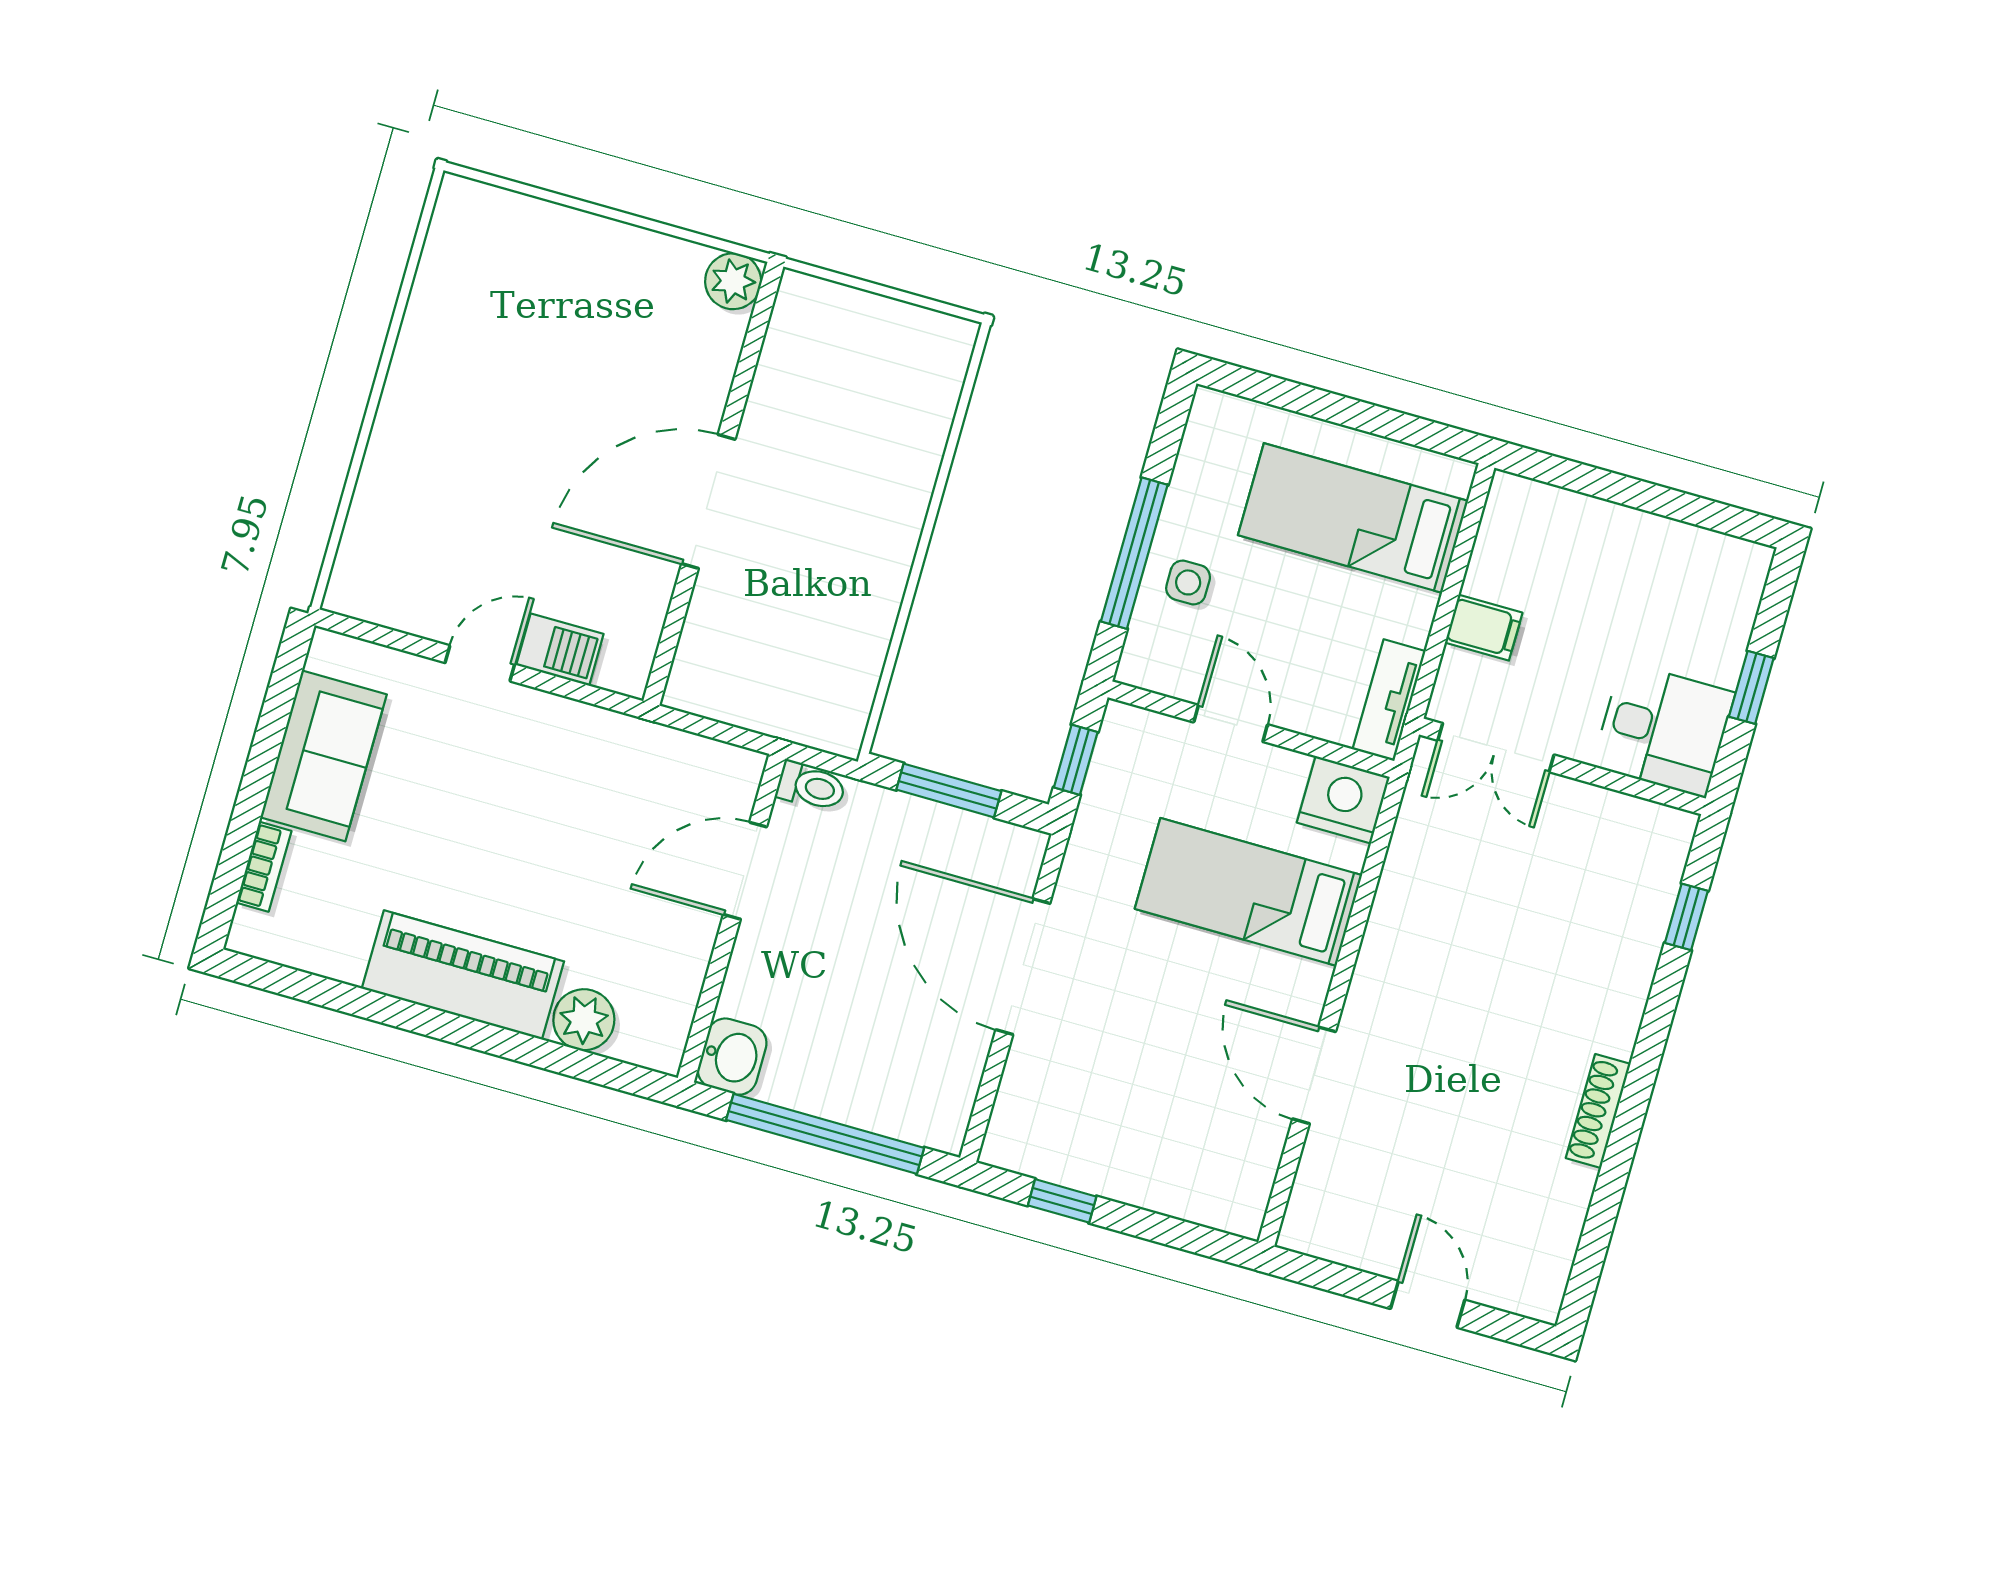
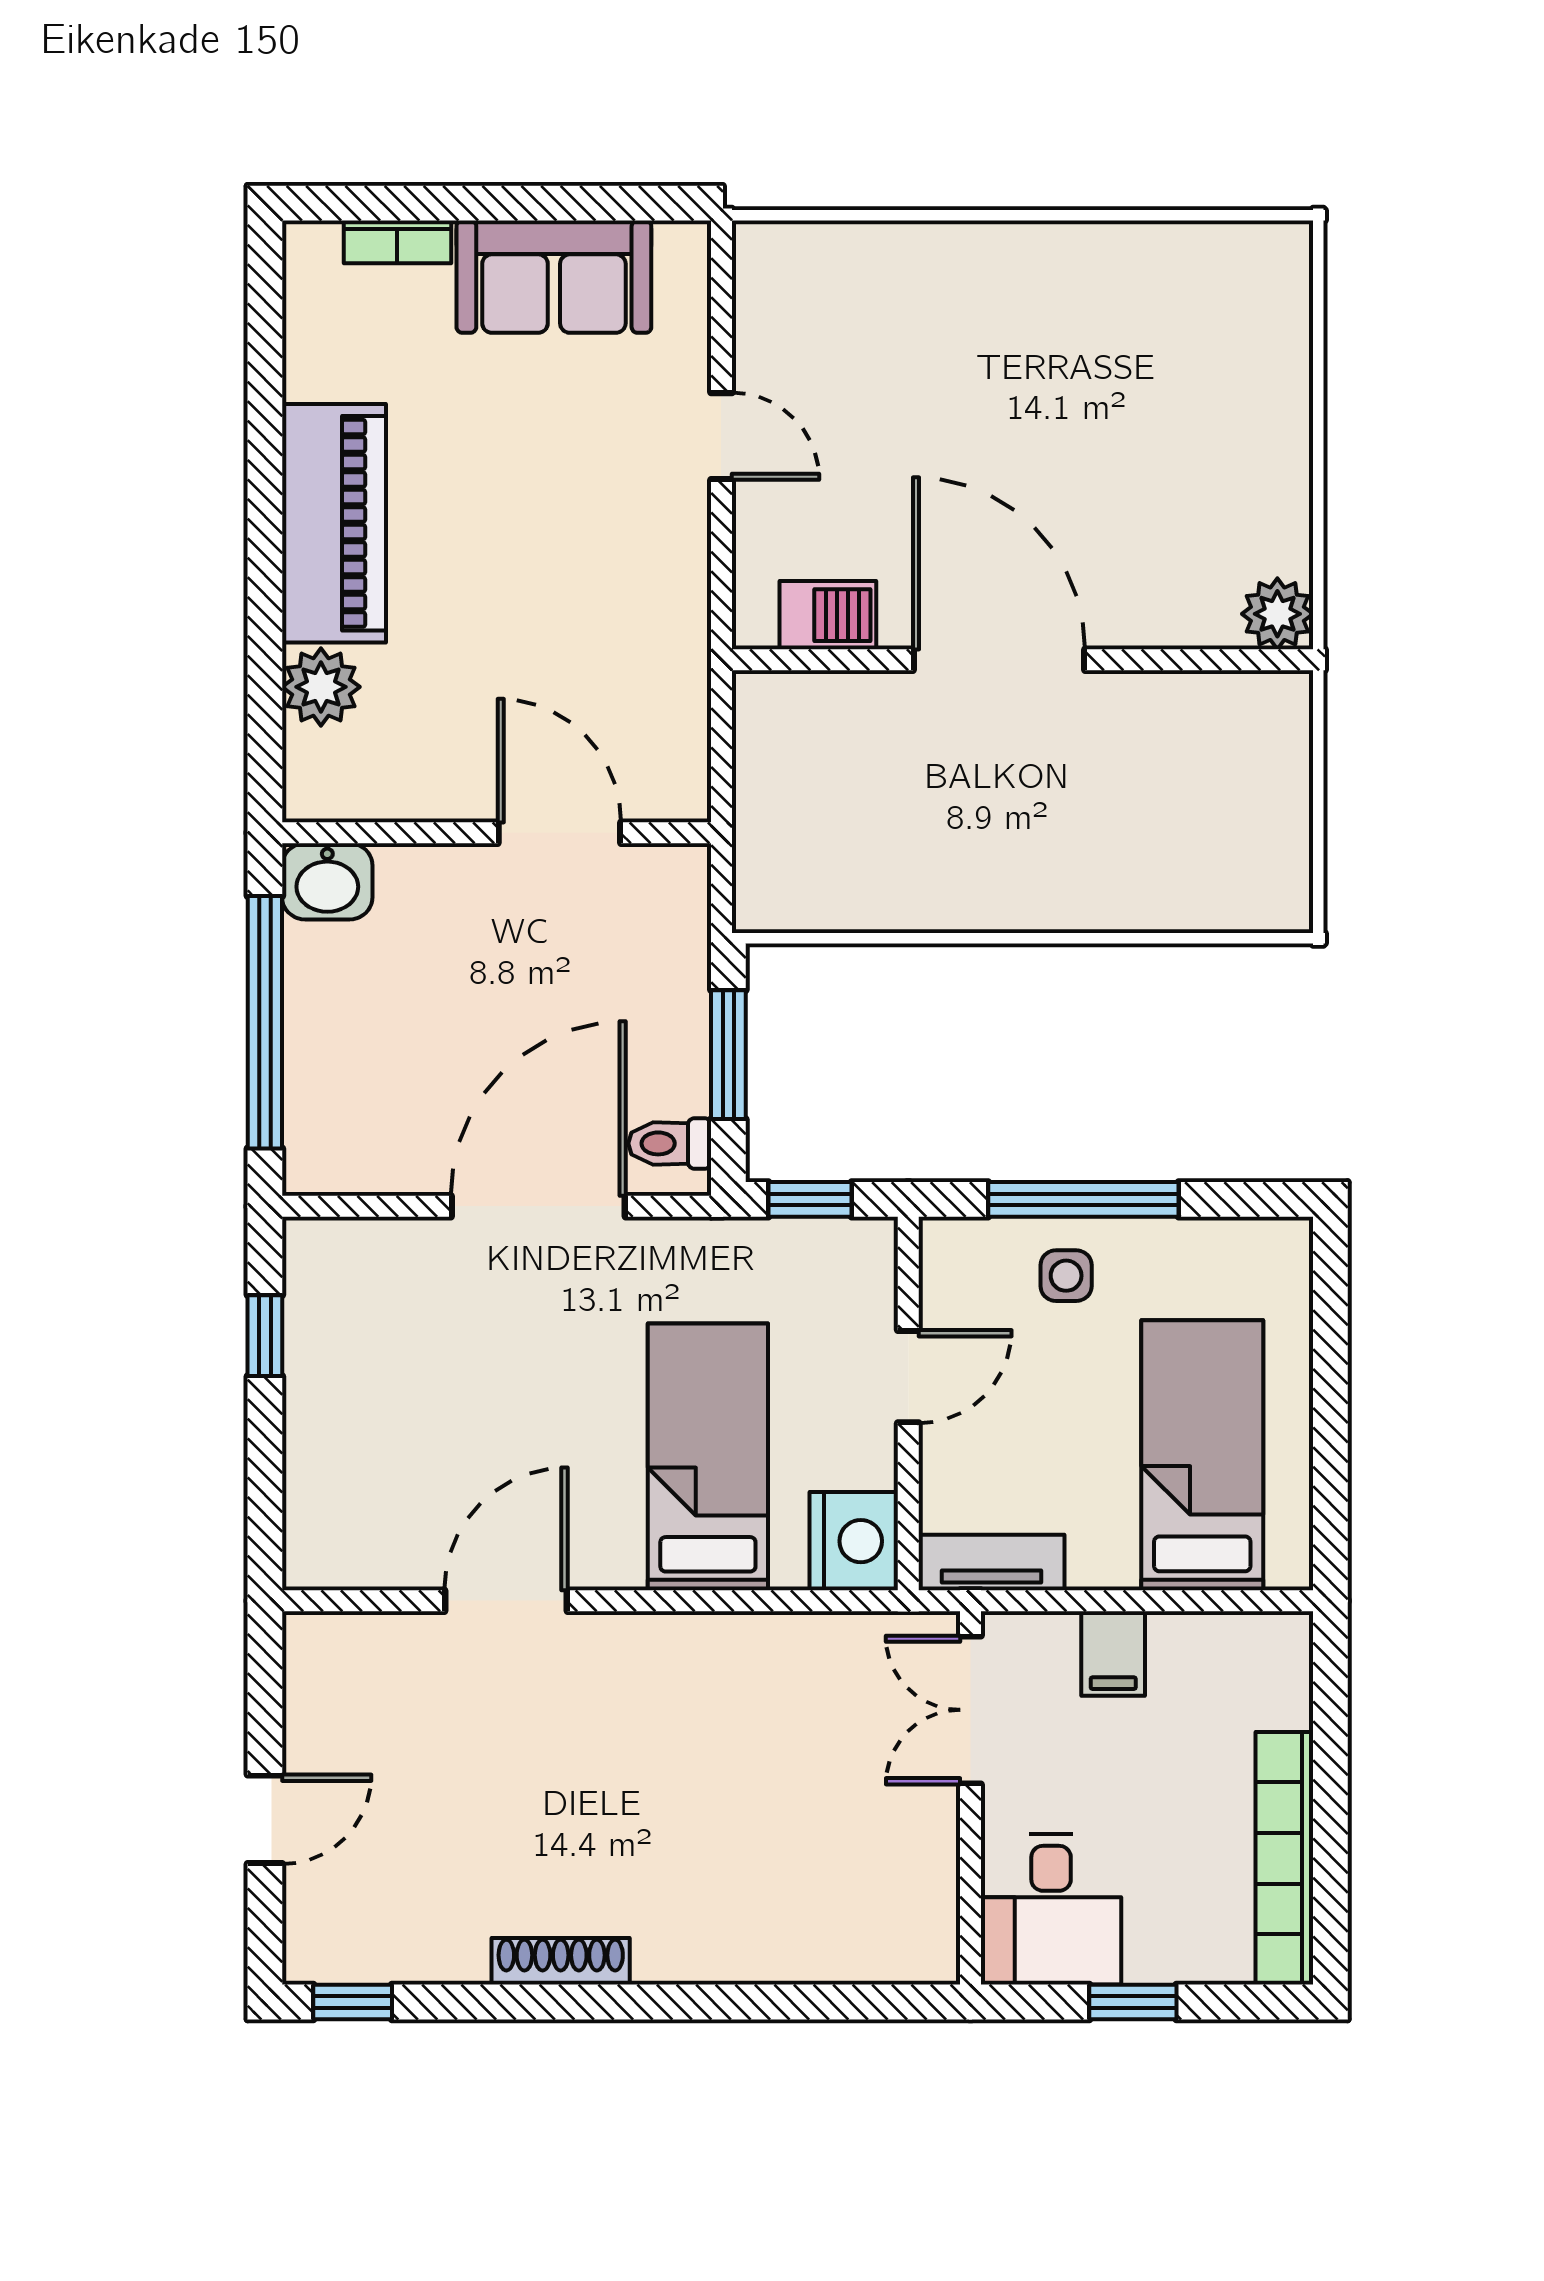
bookcase: (1675, 542) -> (1284, 1858), added
barbecue: (560, 650) -> (828, 615), moved, turned -90
toilet: (811, 786) -> (670, 1143), moved, turned 90
window: (1686, 917) -> (353, 2002), moved

